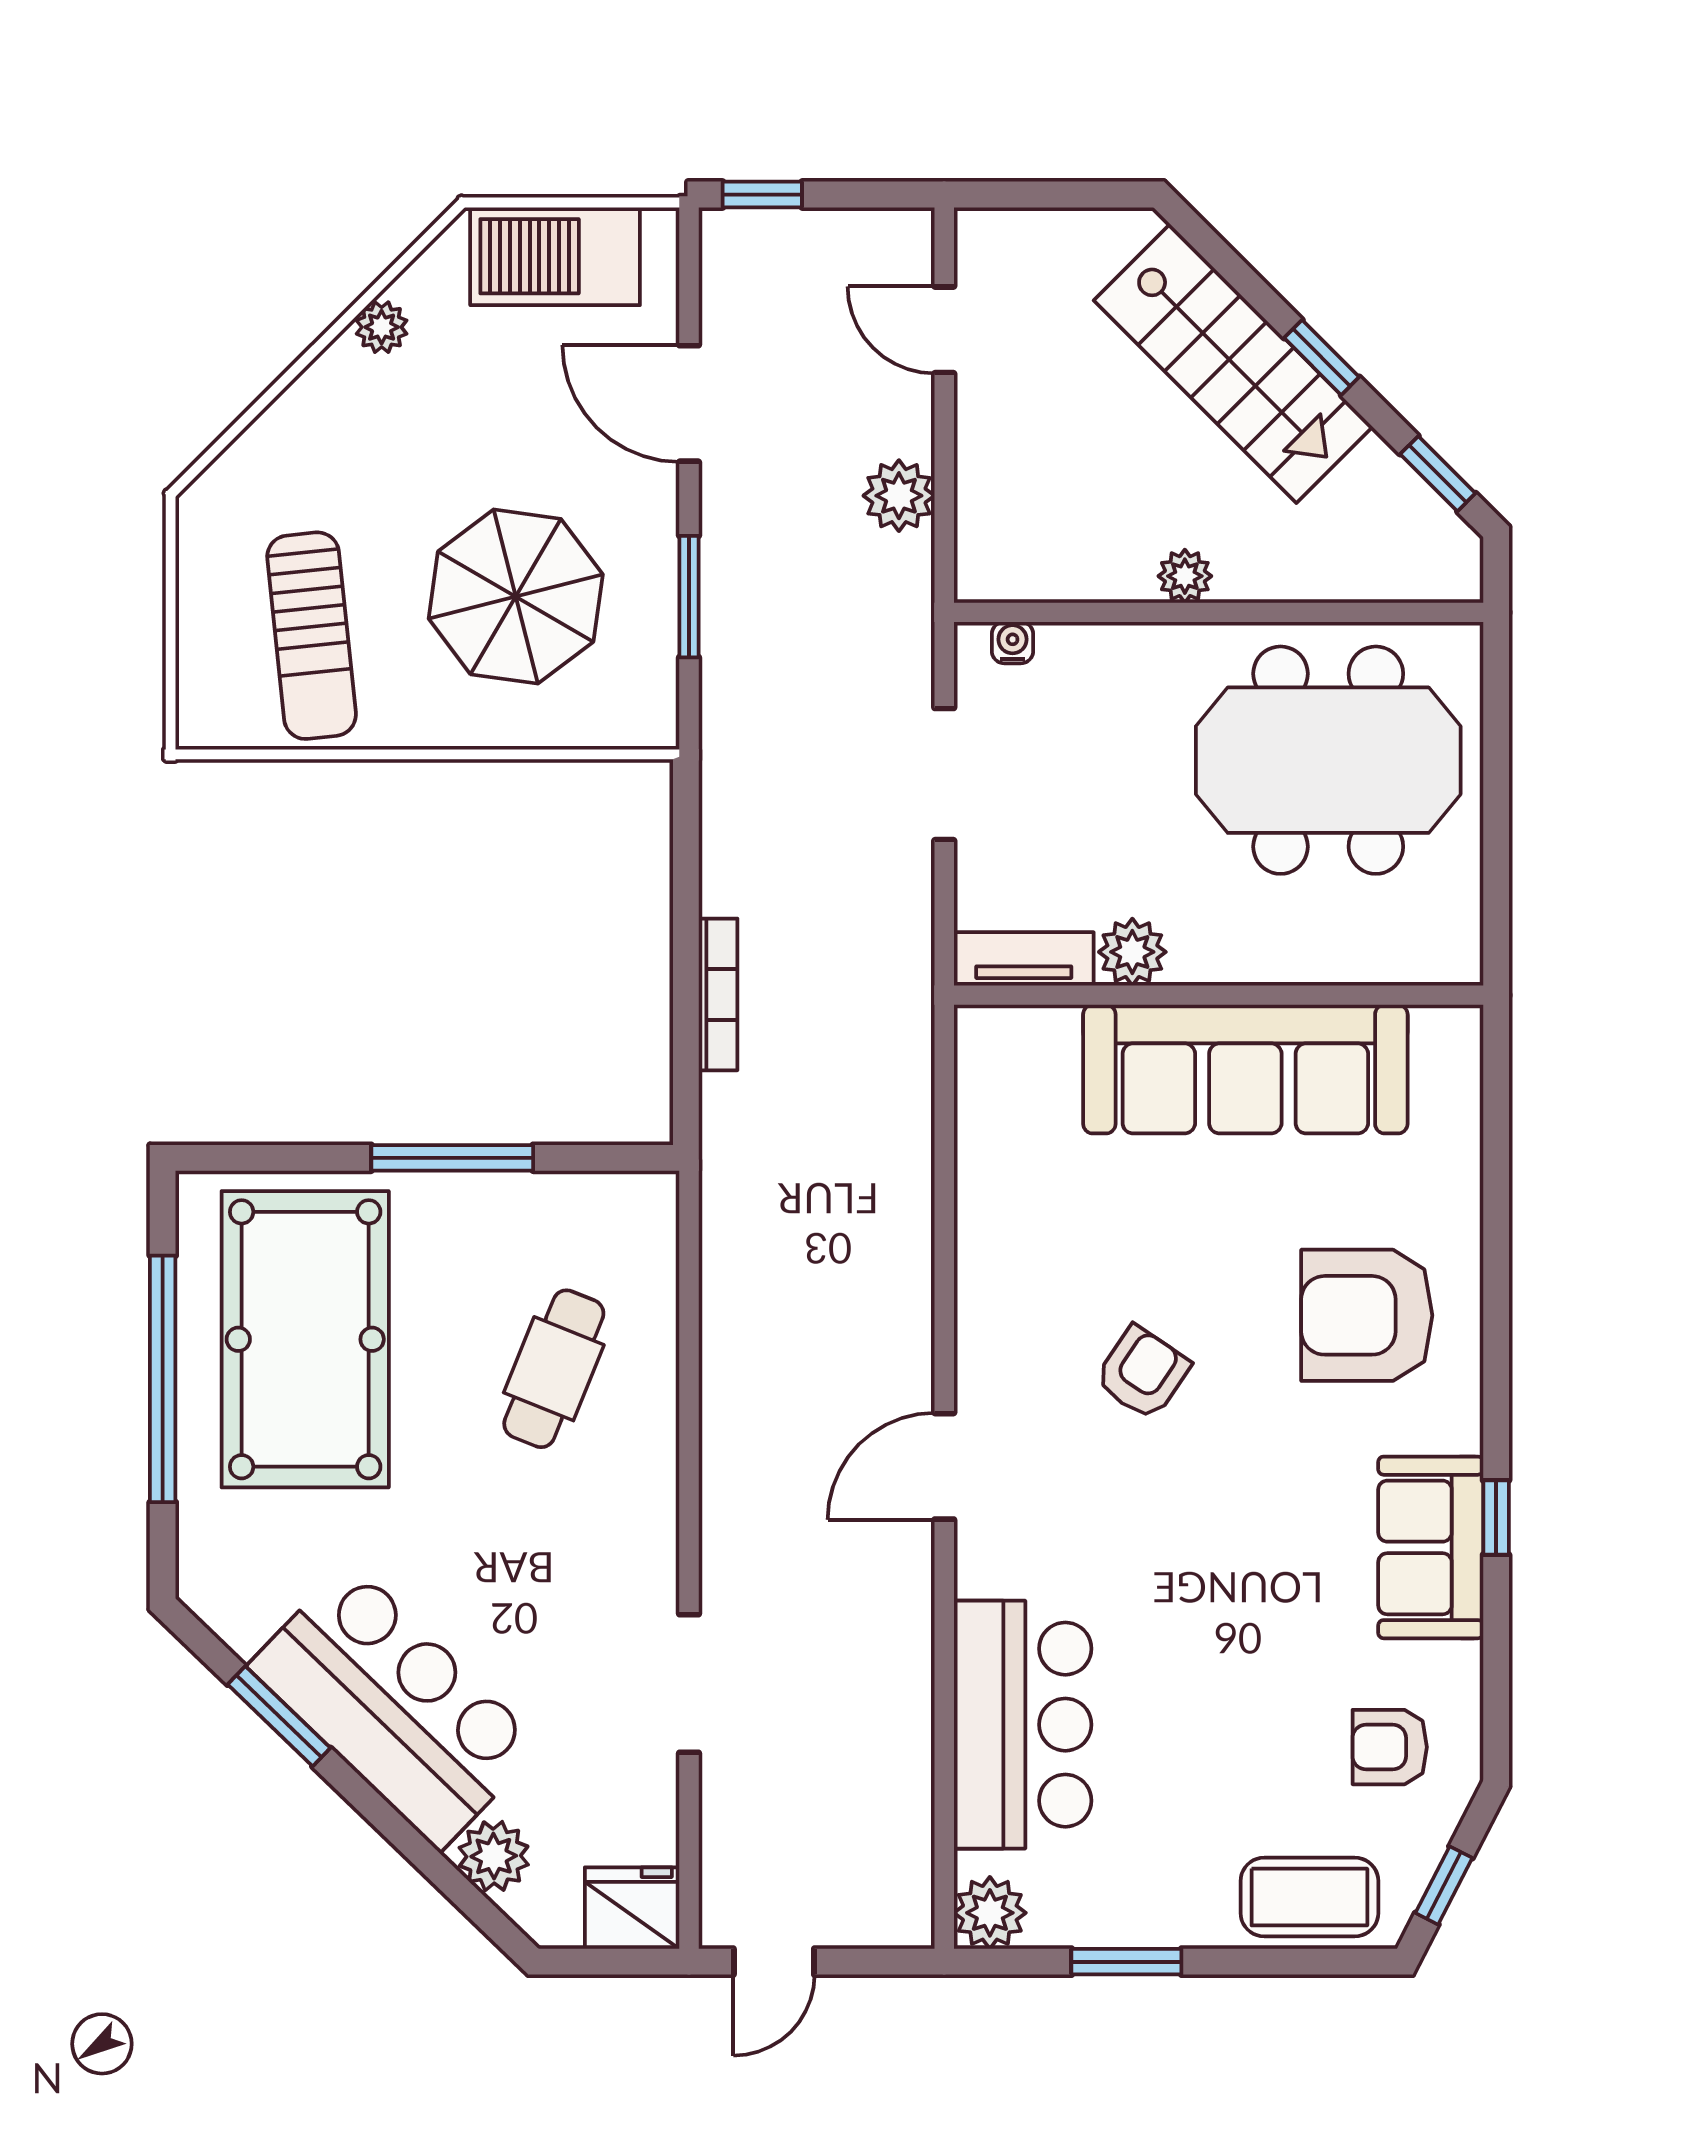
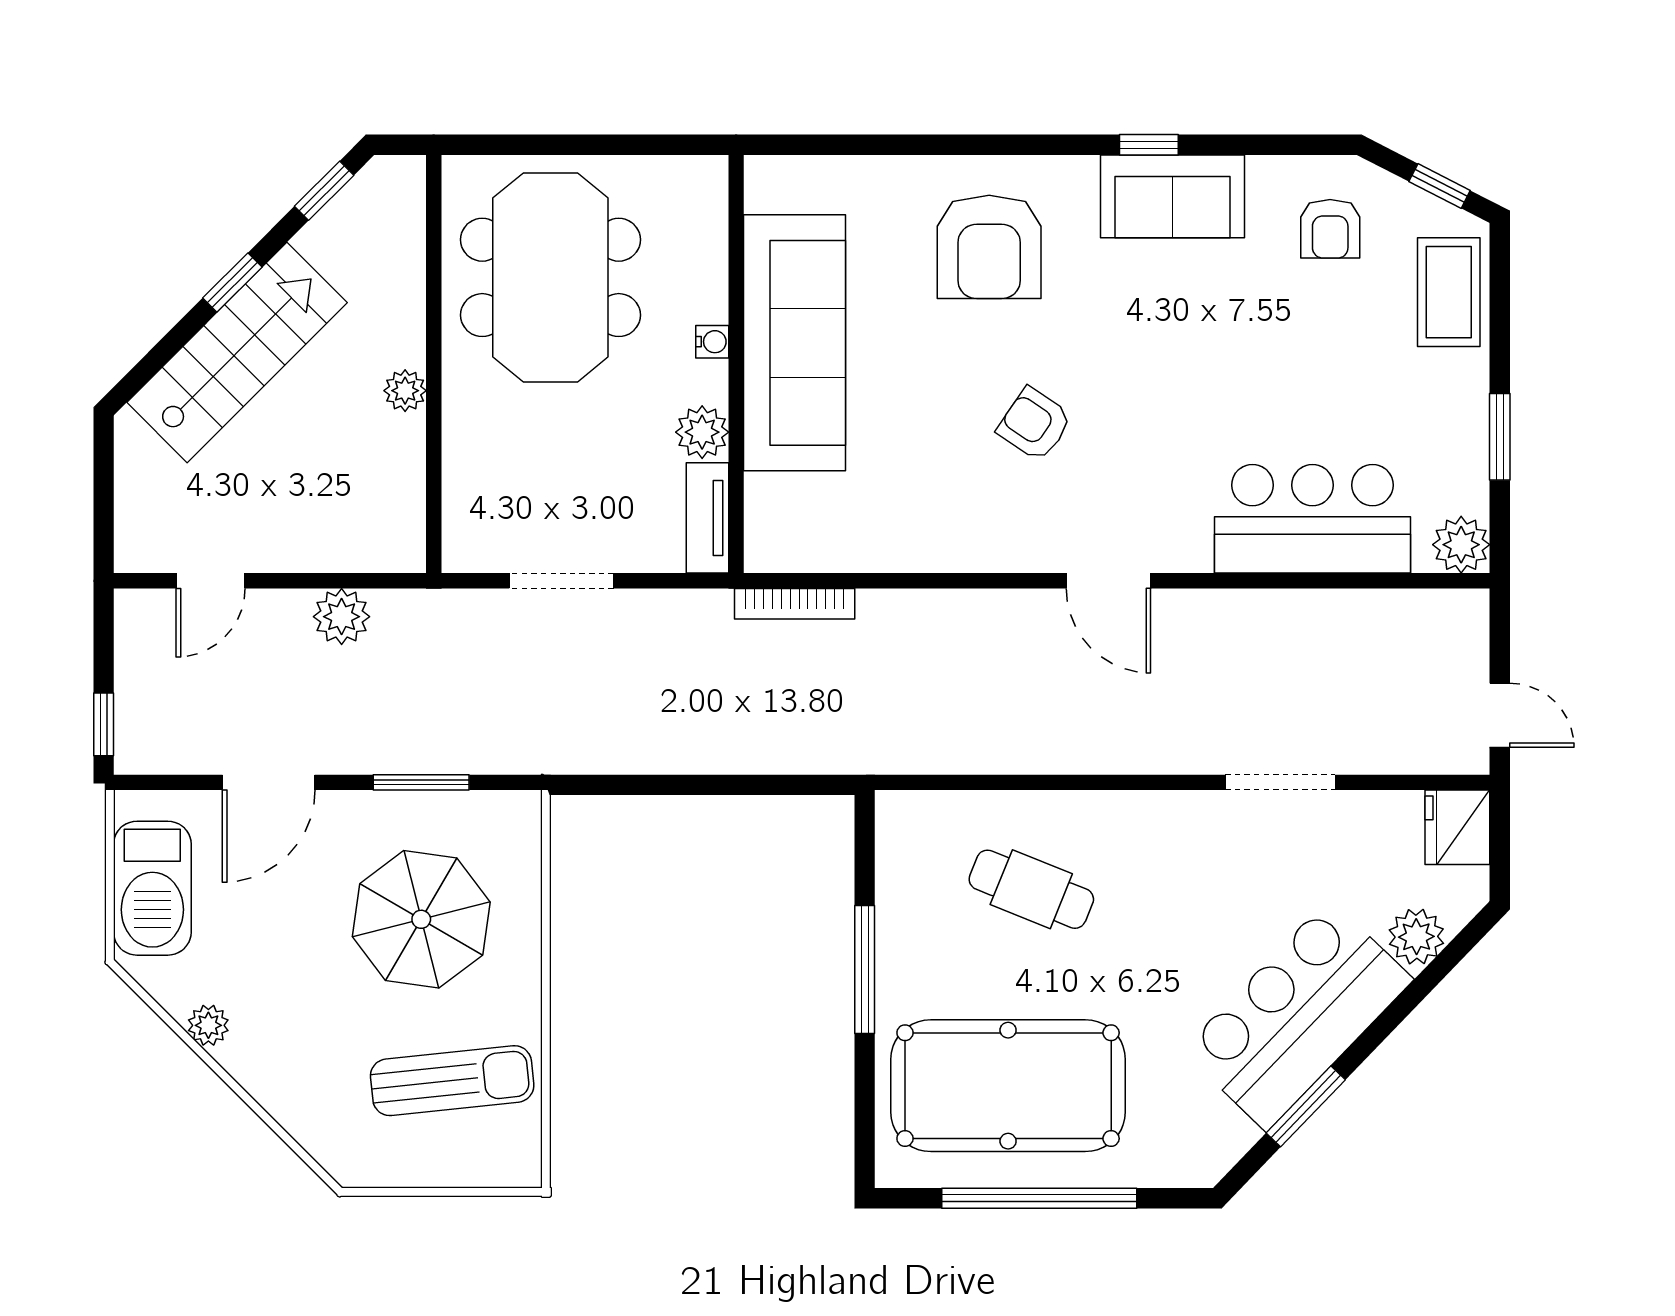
water cooler: (1013, 643) -> (712, 342), moved, turned 180
bookcase: (718, 994) -> (795, 604), moved, turned 180

